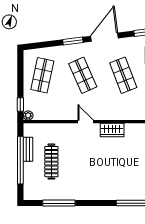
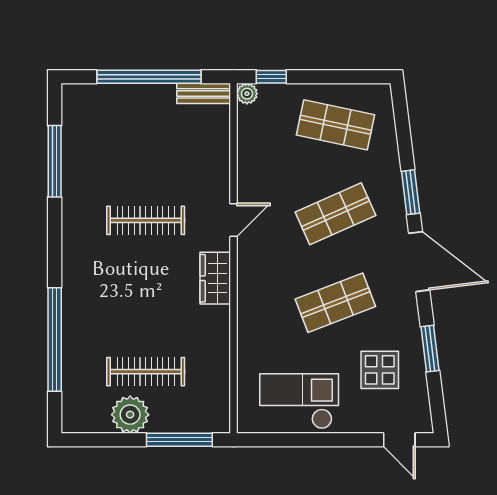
bench: (28, 149) -> (204, 93), moved
clothes rail: (51, 162) -> (146, 220), moved

